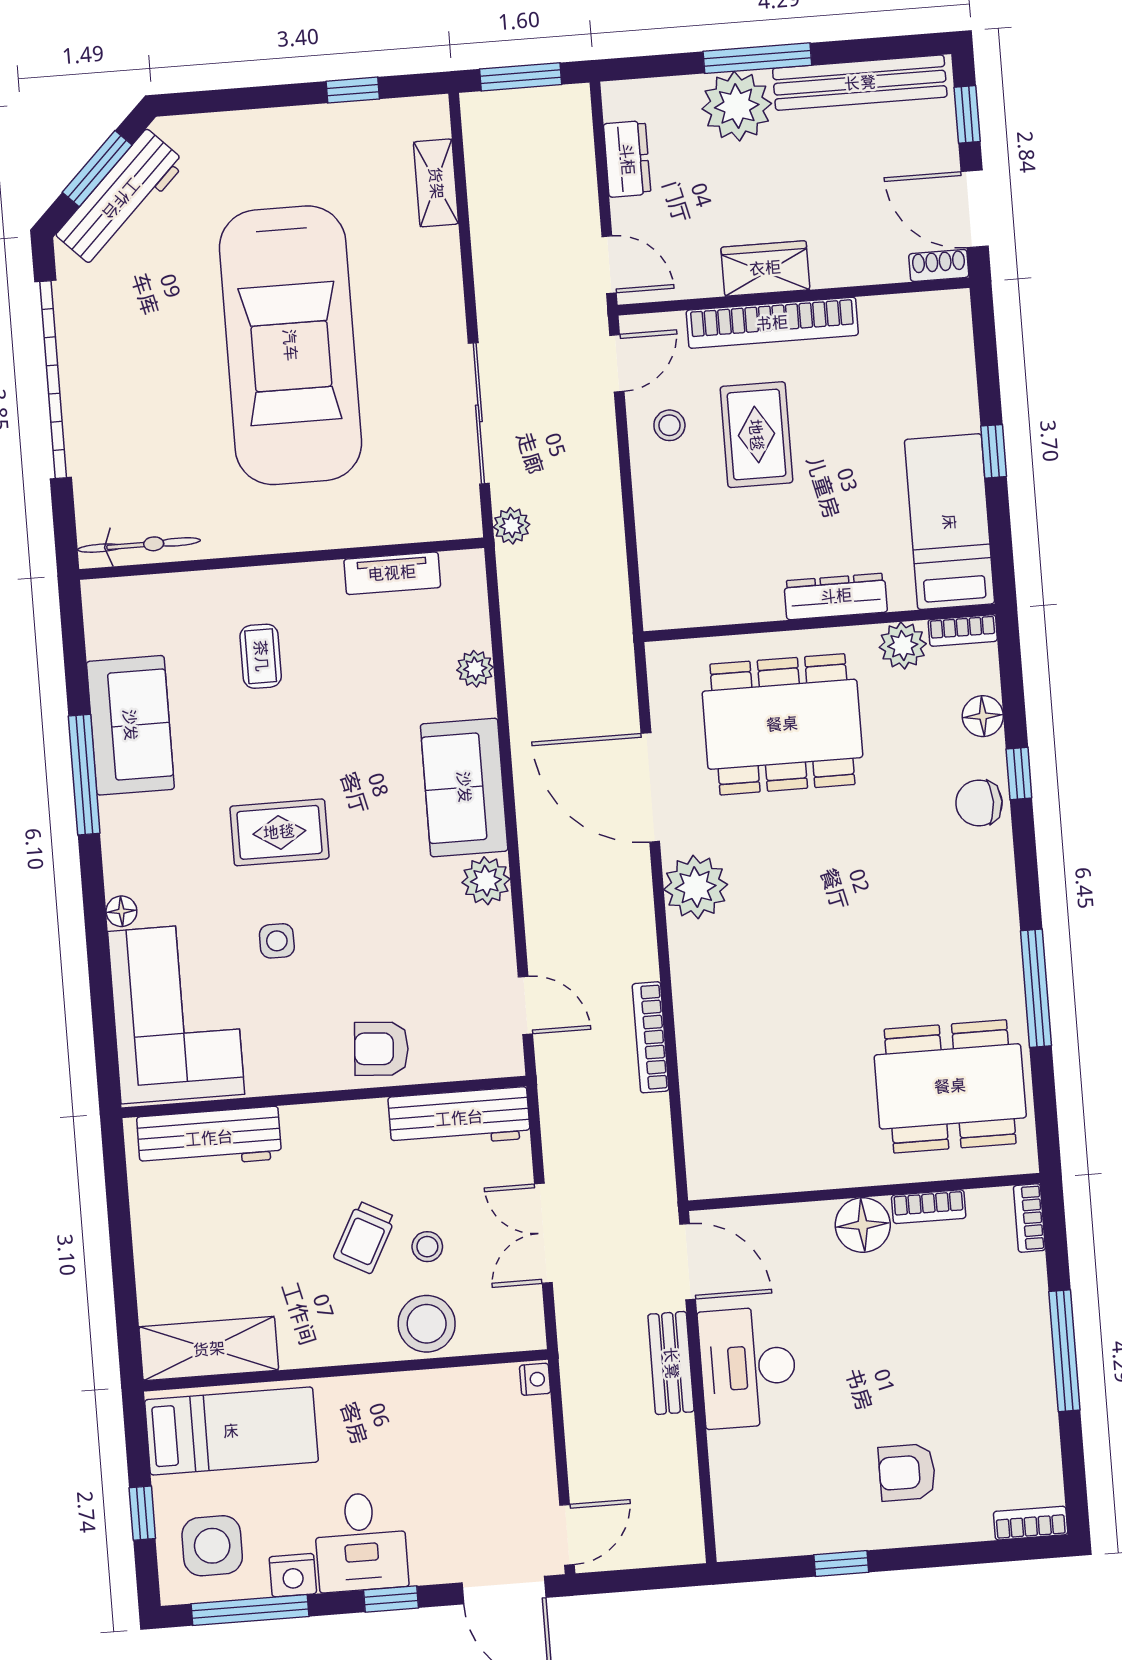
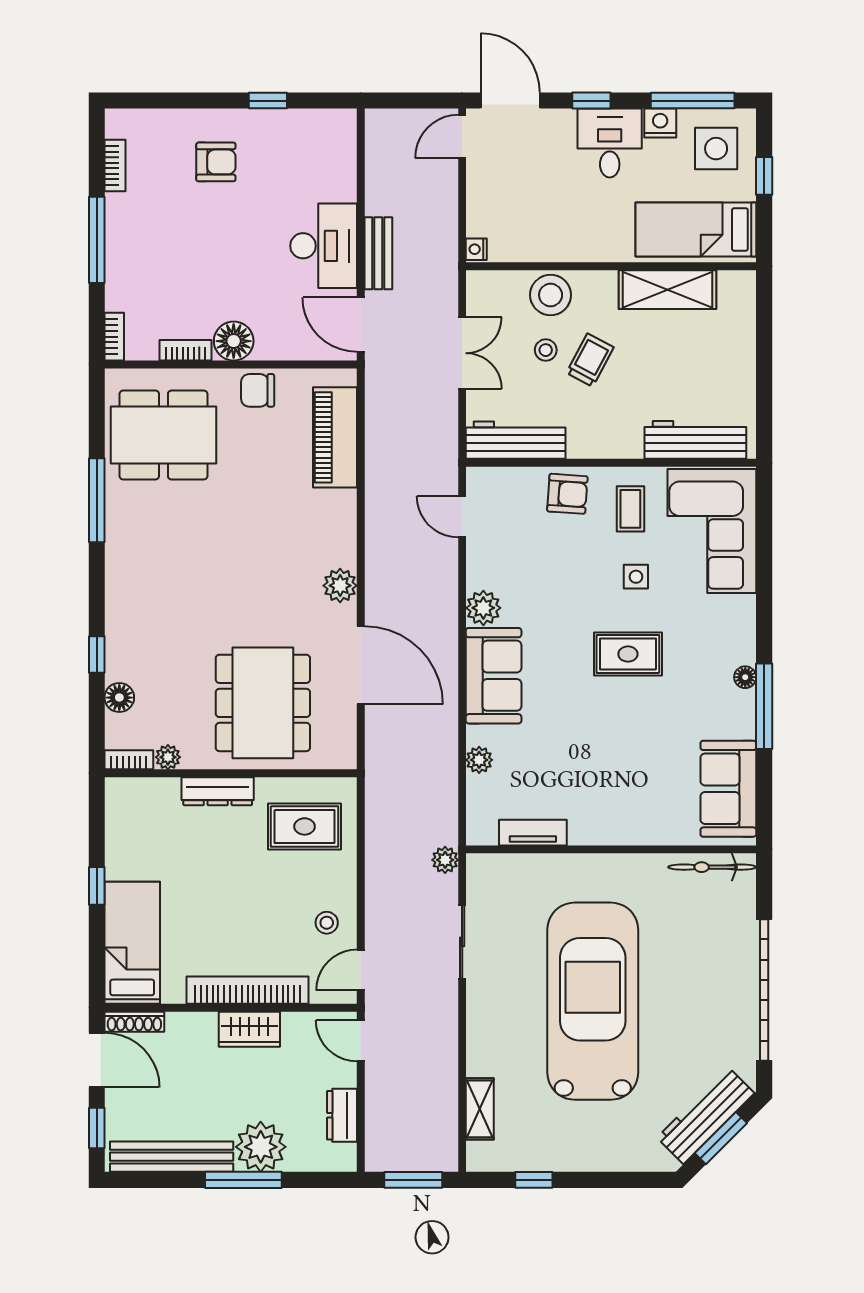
shoe rack: (939, 265) -> (134, 1022), width x1.43
sliding door: (479, 413) -> (462, 942), width x0.73
rug: (756, 435) -> (305, 826), moved, turned 90
bed: (949, 522) -> (132, 943), moved, turned 180
plant: (903, 645) -> (168, 757), width x0.73, depth x0.73
coffee table: (261, 656) -> (630, 509), moved
dining table: (782, 724) -> (263, 703), turned 90
sofa: (130, 725) -> (728, 789), moved
chair: (979, 803) -> (258, 390), moved, turned 180
plant: (696, 887) -> (340, 586), width x0.73, depth x0.73
floor lamp: (121, 911) -> (745, 677), moved
bookcase: (651, 1037) -> (375, 487), removed
piano: (711, 1102) -> (335, 437), added
shelving: (209, 1349) -> (668, 290), moved
bookcase: (1031, 1523) -> (115, 165), moved, turned -90

